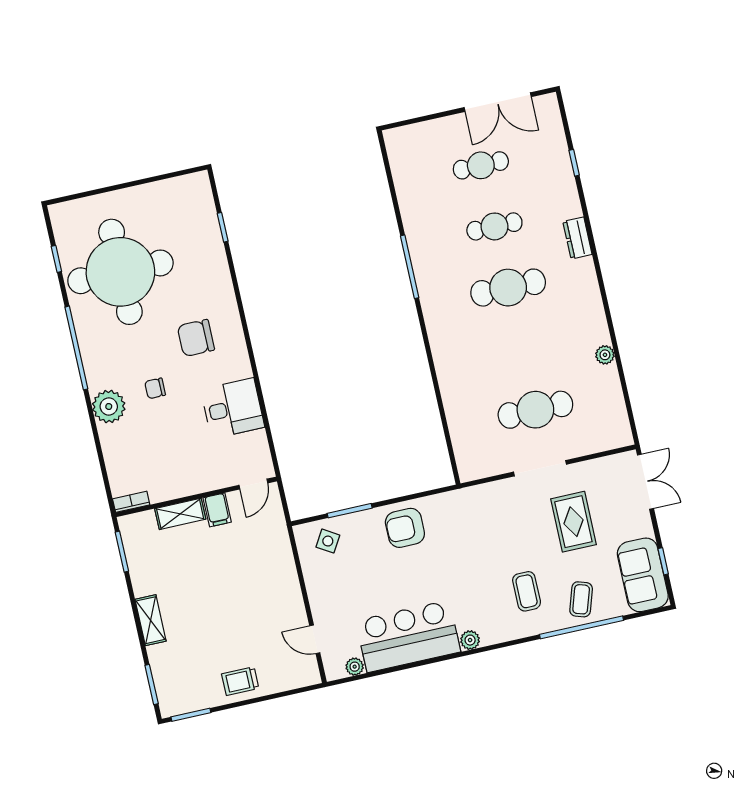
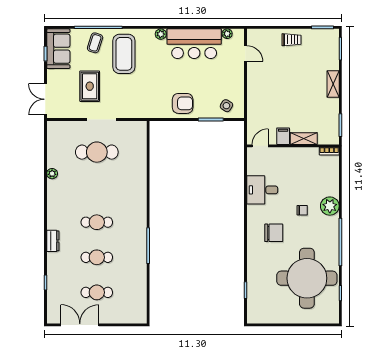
cafe table: (508, 288) -> (97, 222), width x0.73, depth x0.74
coffee table: (527, 591) -> (124, 54), width x1.86, depth x1.72

